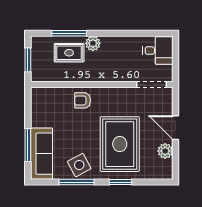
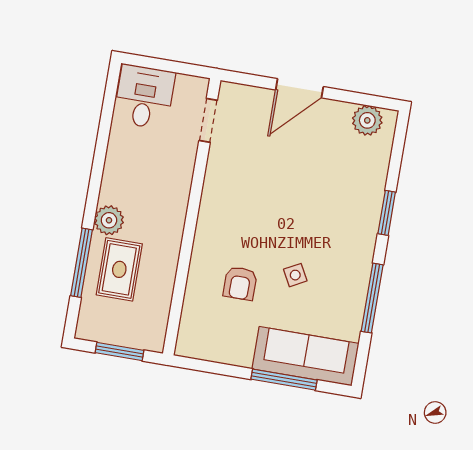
doorway: (152, 85) -> (208, 120), width x0.73
armchair: (83, 100) -> (240, 283), moved
rug: (120, 144) -> (313, 202), removed
plant: (165, 151) -> (367, 120), moved
side table: (79, 165) -> (295, 275), moved, width x0.54, depth x0.54

